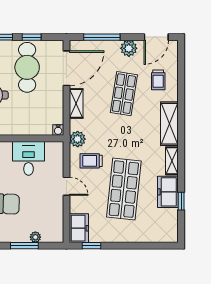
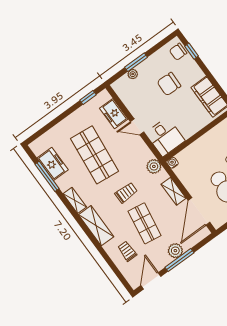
window: (102, 37) -> (179, 260), moved
plant: (129, 48) -> (175, 251), moved
desk: (29, 158) -> (165, 137), moved
trolley: (91, 161) -> (126, 193), moved
freezer: (168, 192) -> (53, 164), moved
window: (181, 201) -> (47, 176), width x2.17
freezer: (79, 228) -> (114, 114), moved

